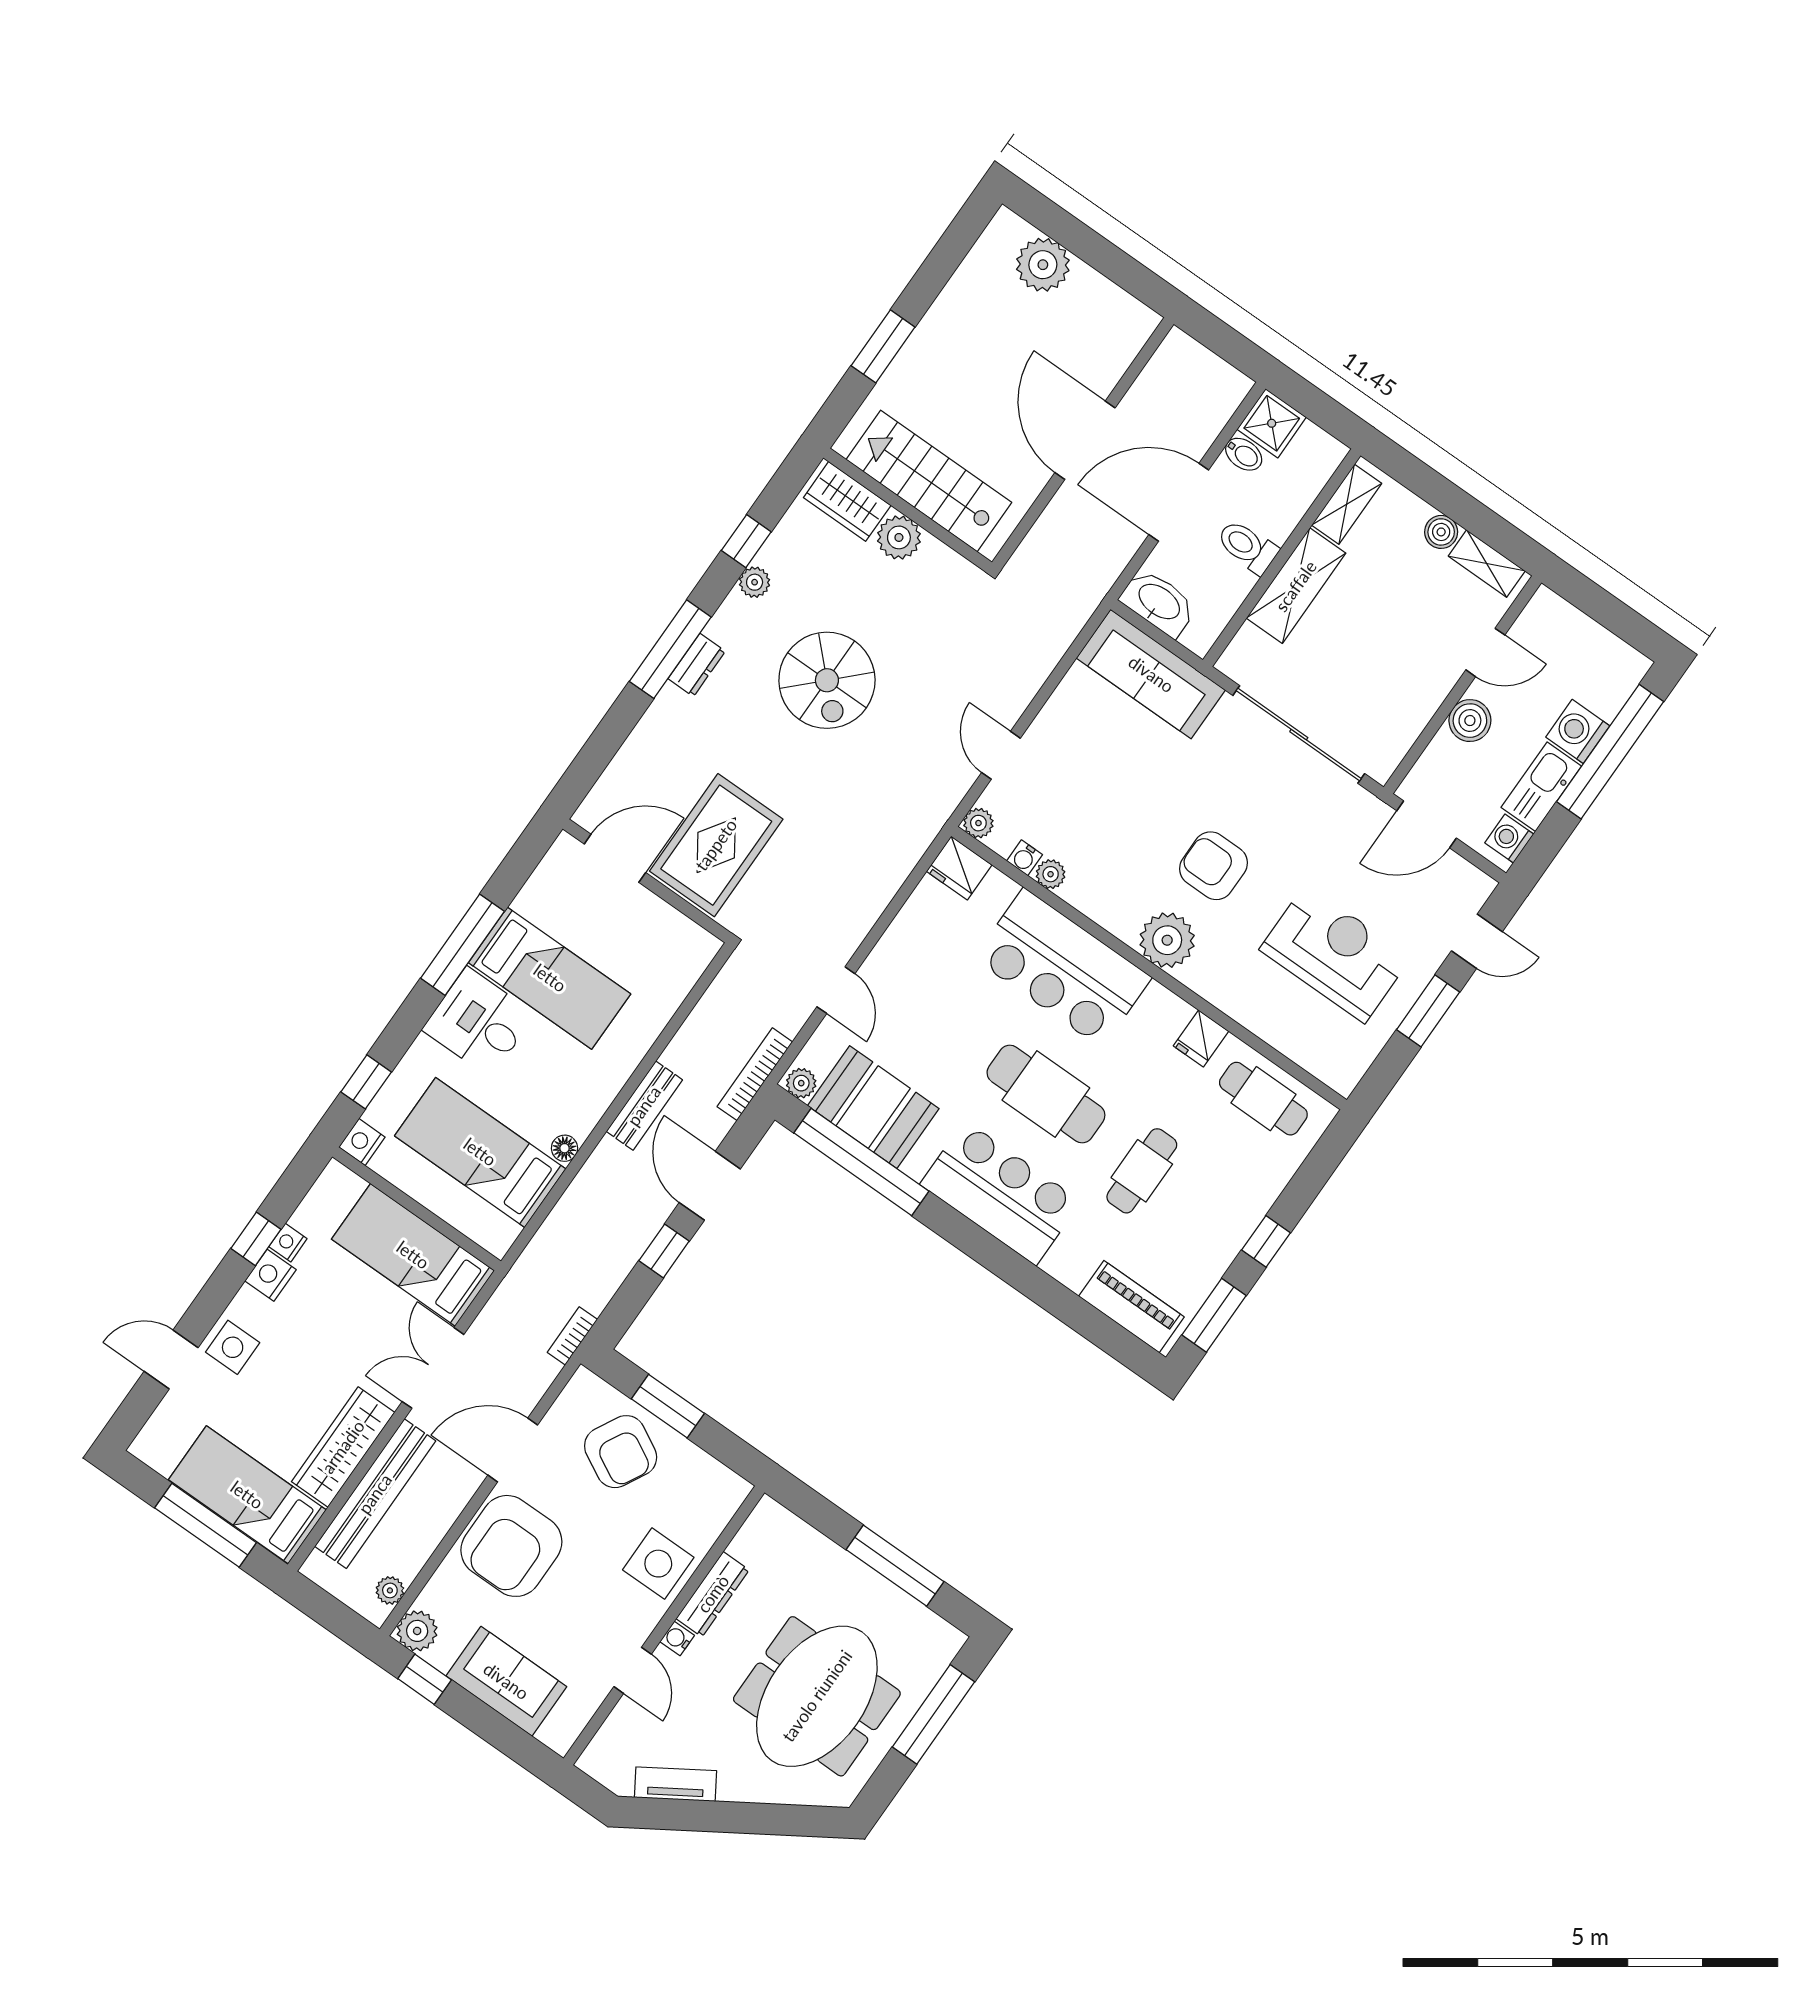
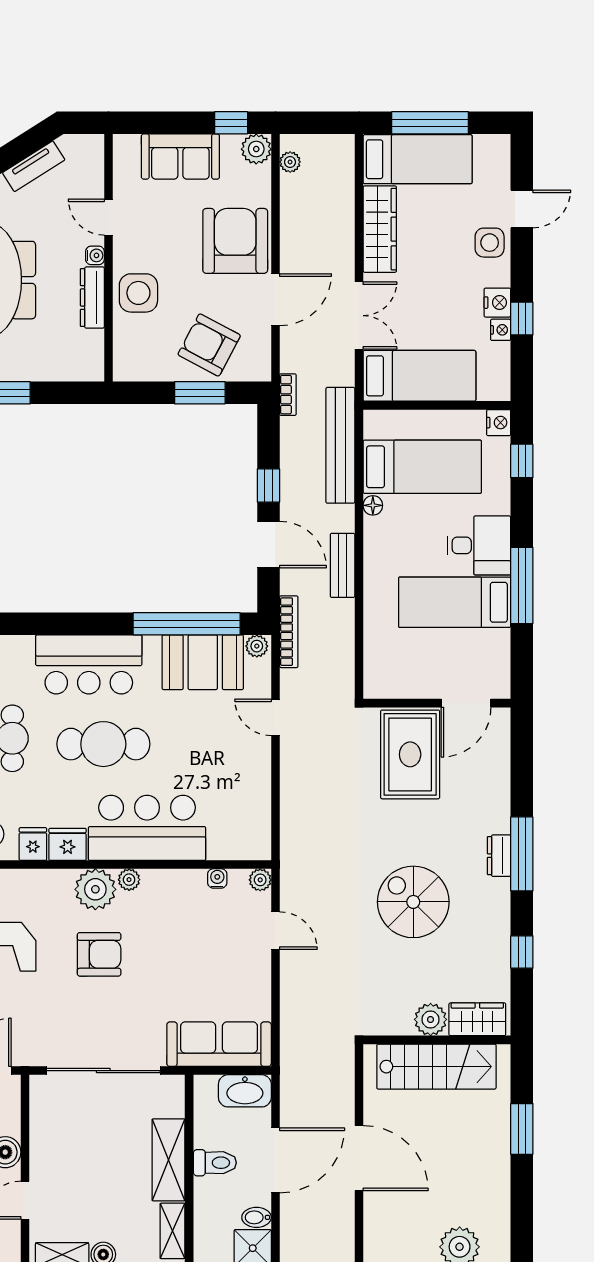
plant: (755, 582) -> (499, 931), removed
fridge: (959, 868) -> (68, 844), moved
plant: (1051, 874) -> (129, 880), moved
bench: (375, 1494) -> (340, 445), moved

